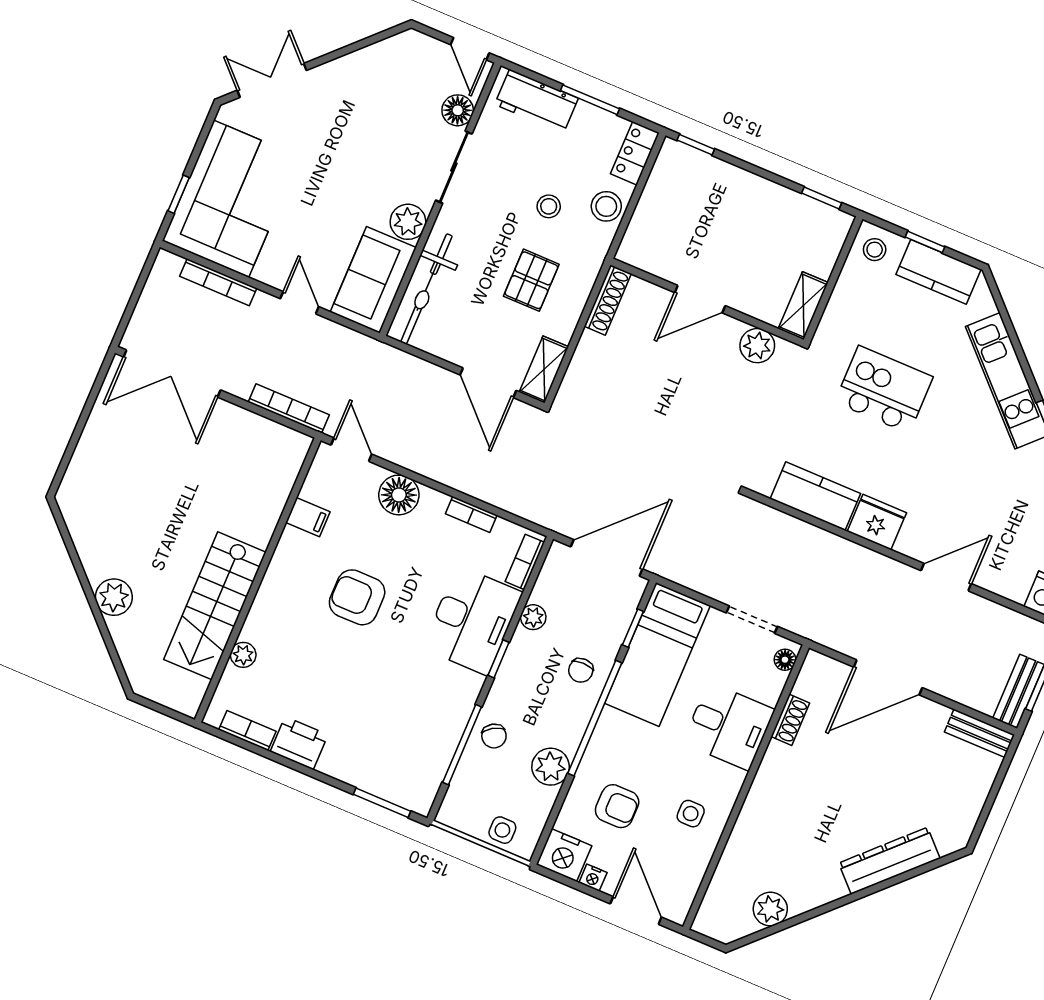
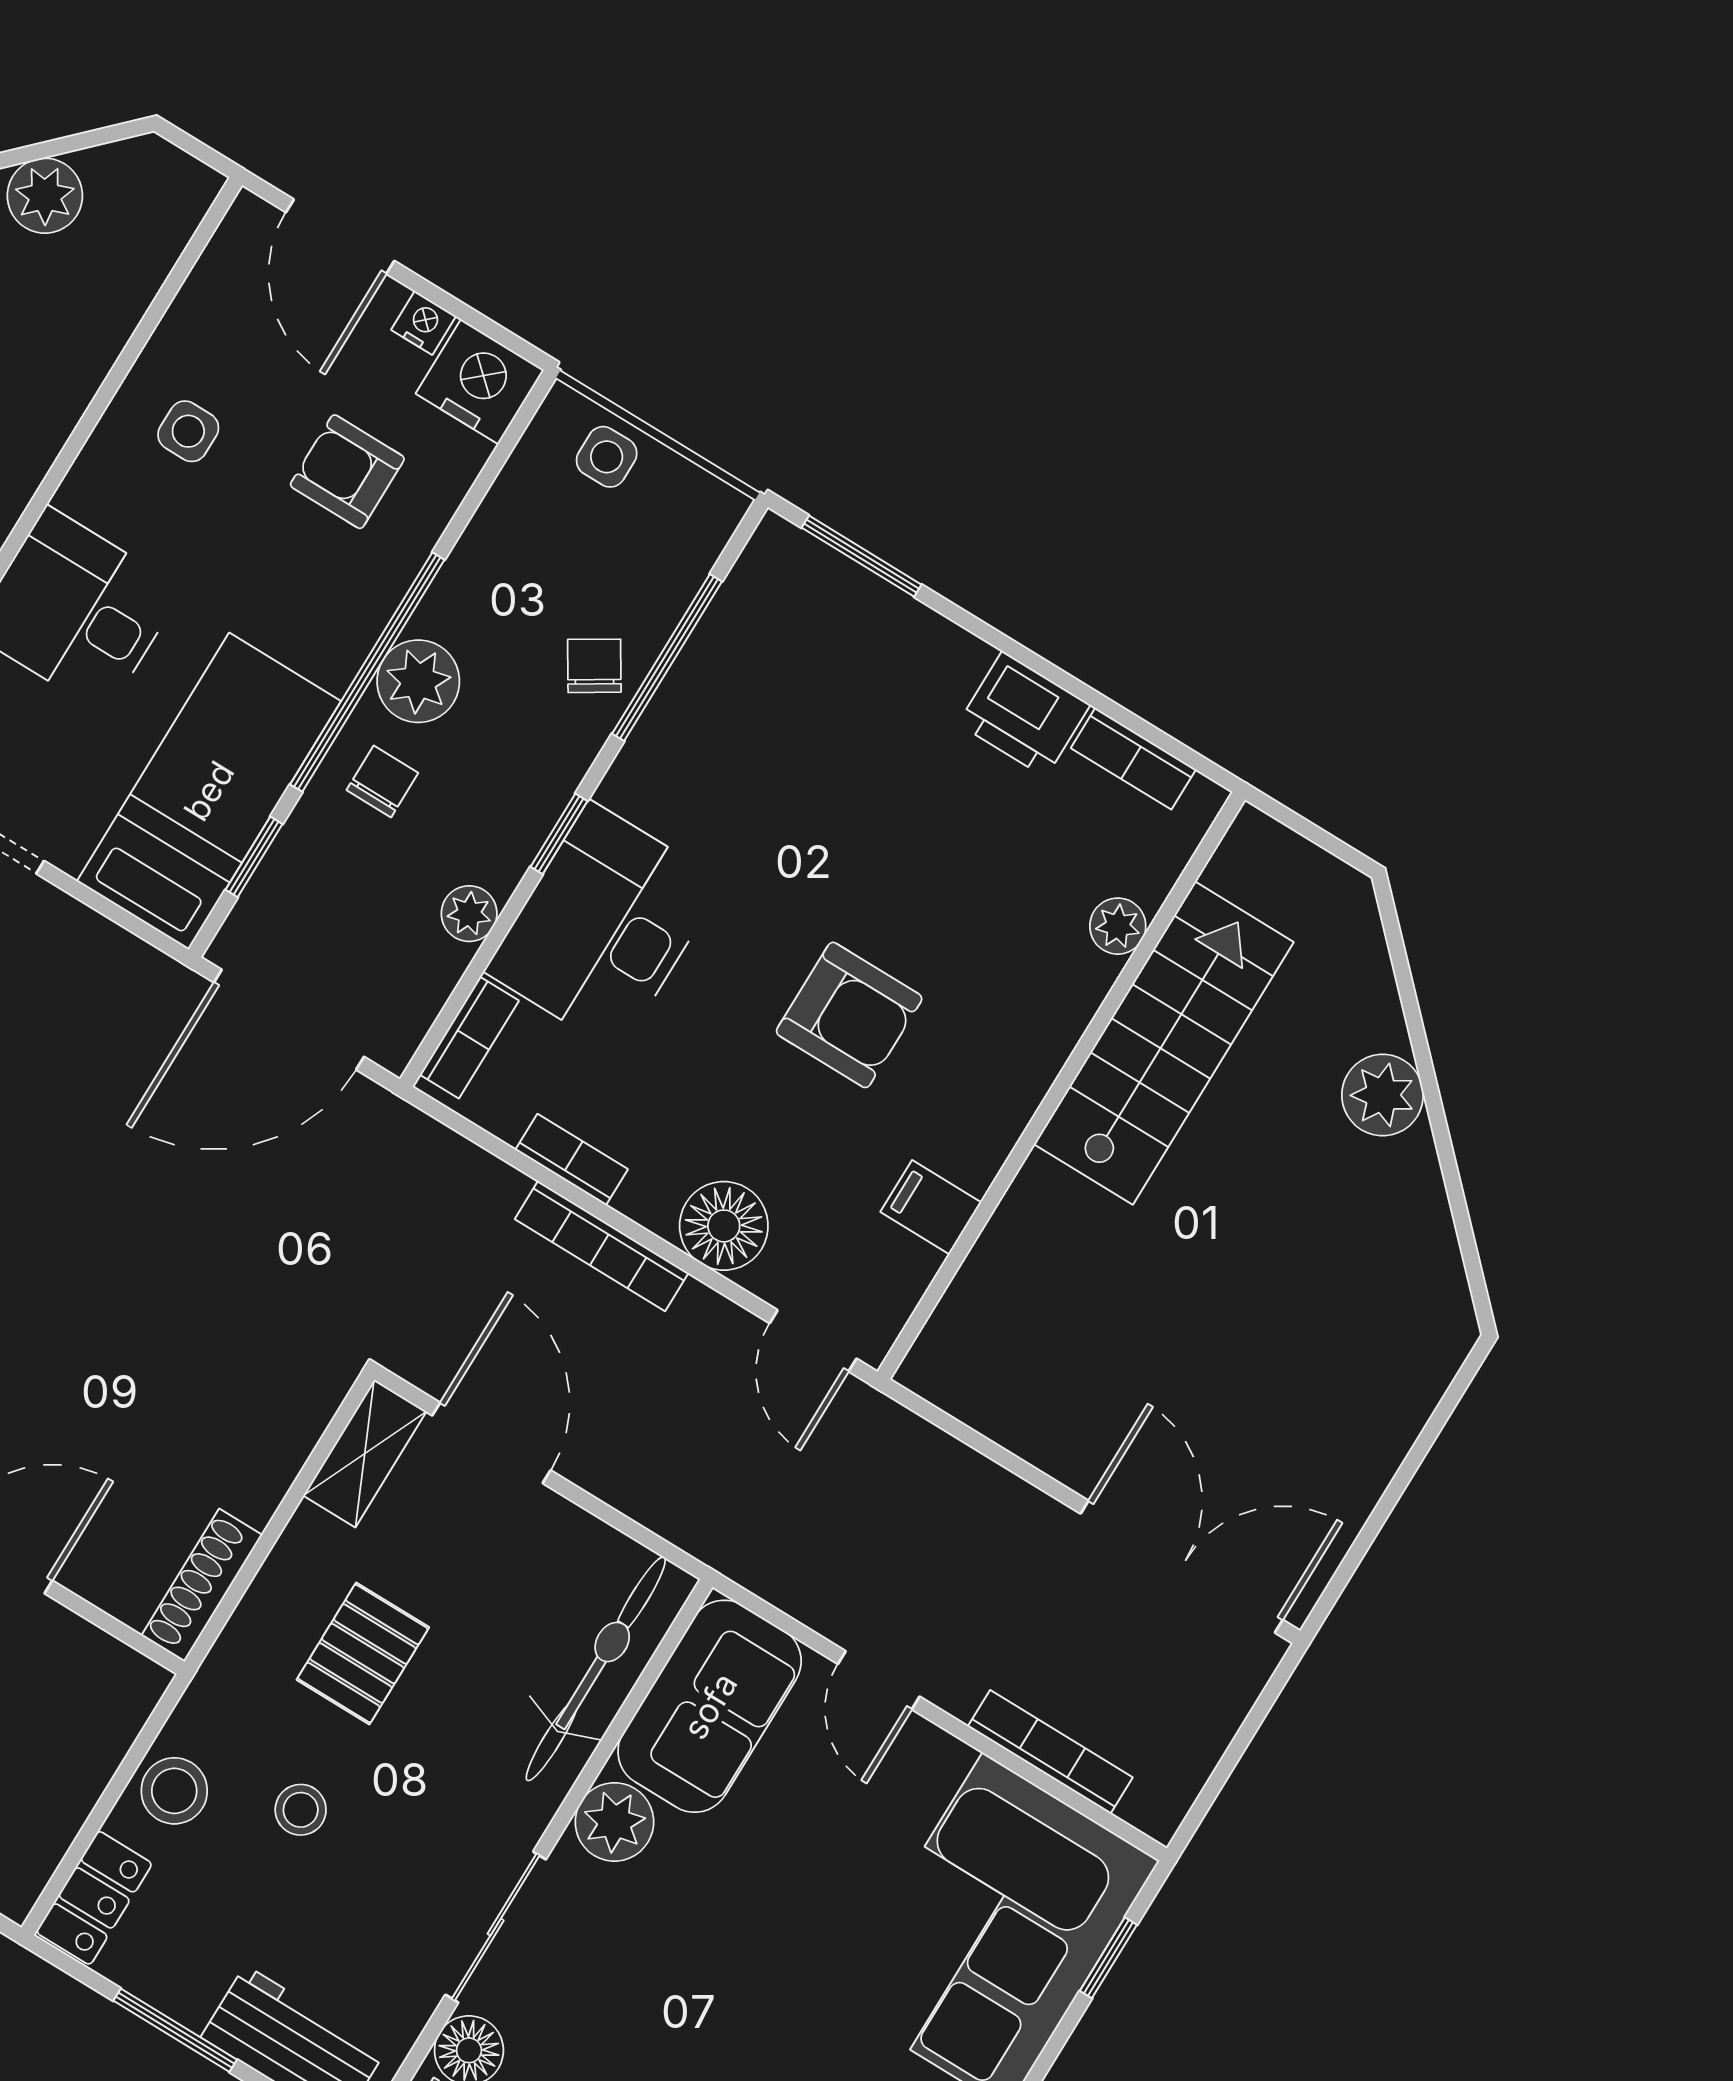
bookcase: (289, 408) -> (602, 1246), moved
plant: (551, 767) -> (418, 681), moved

